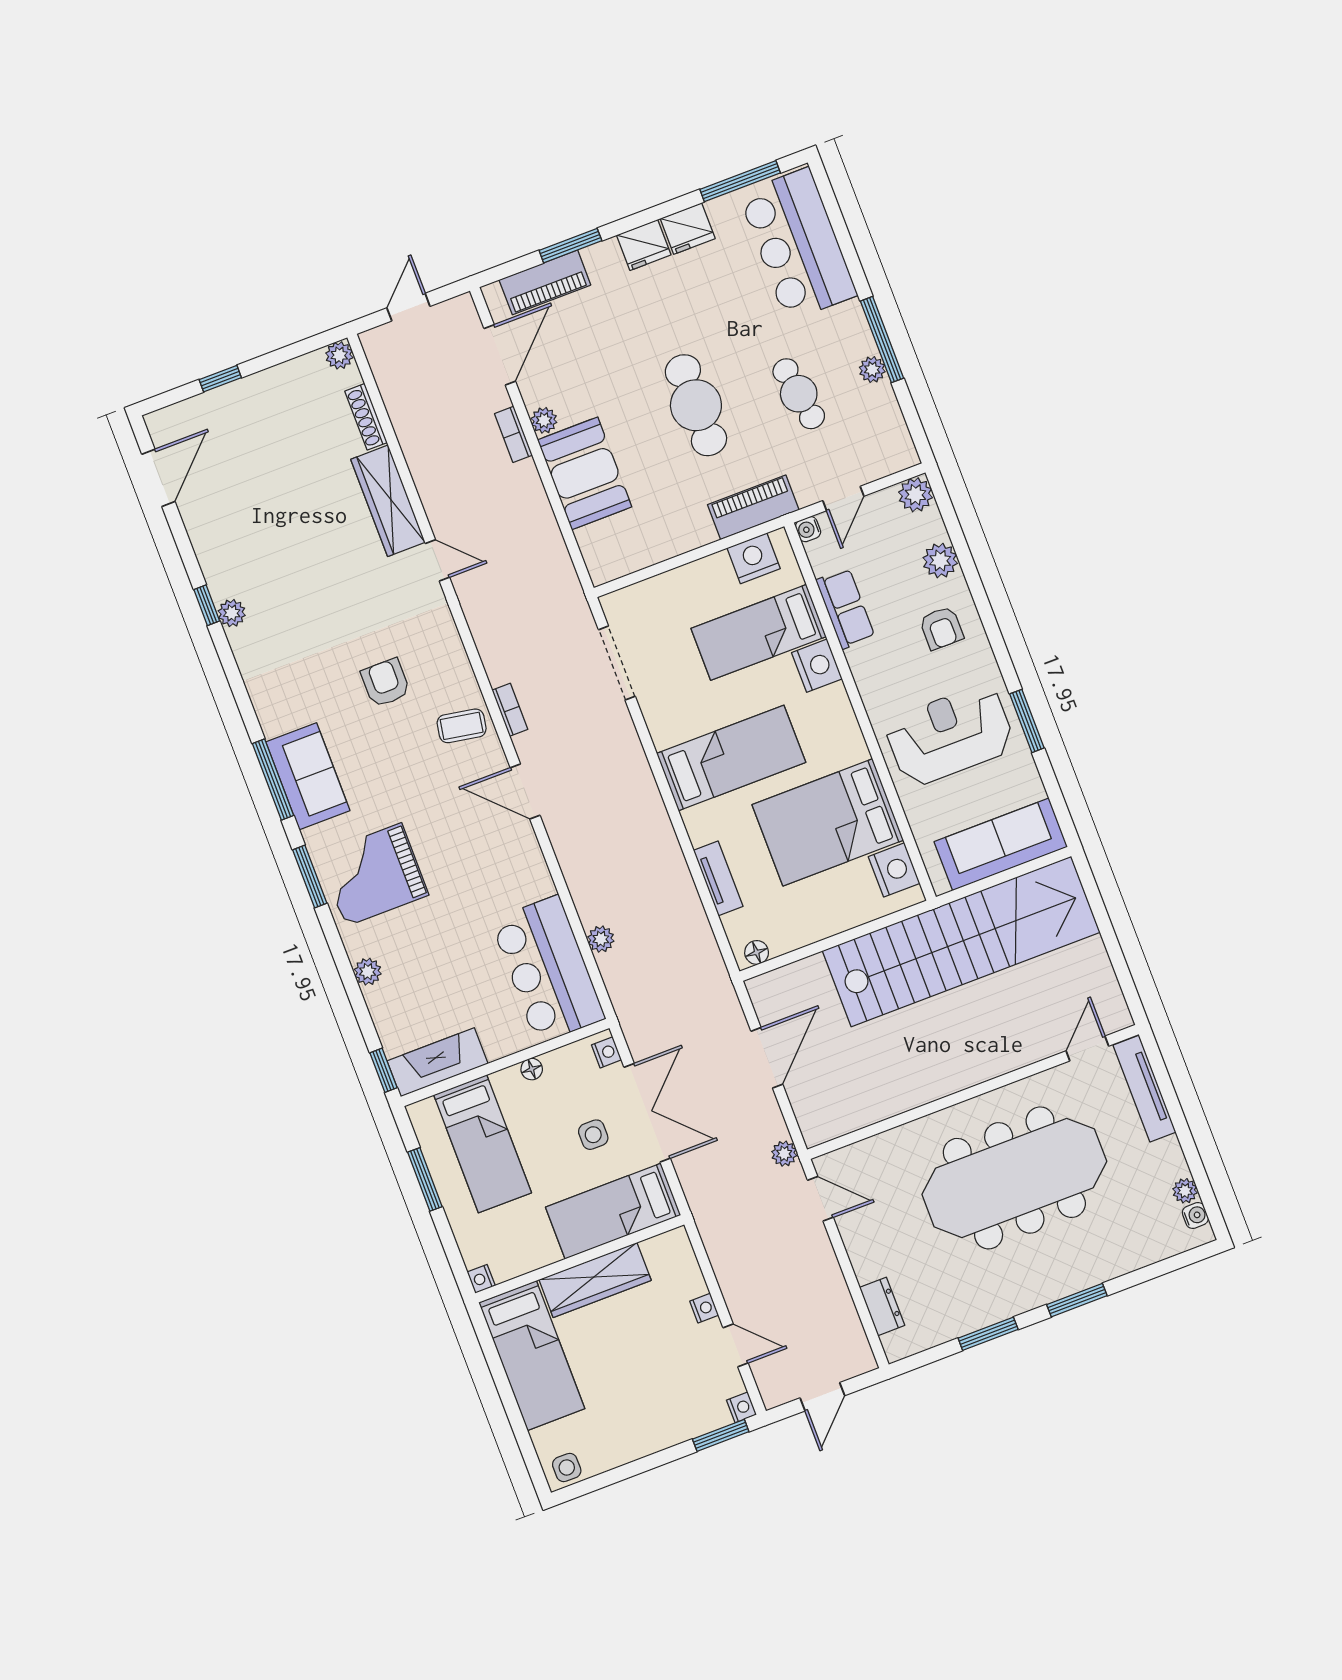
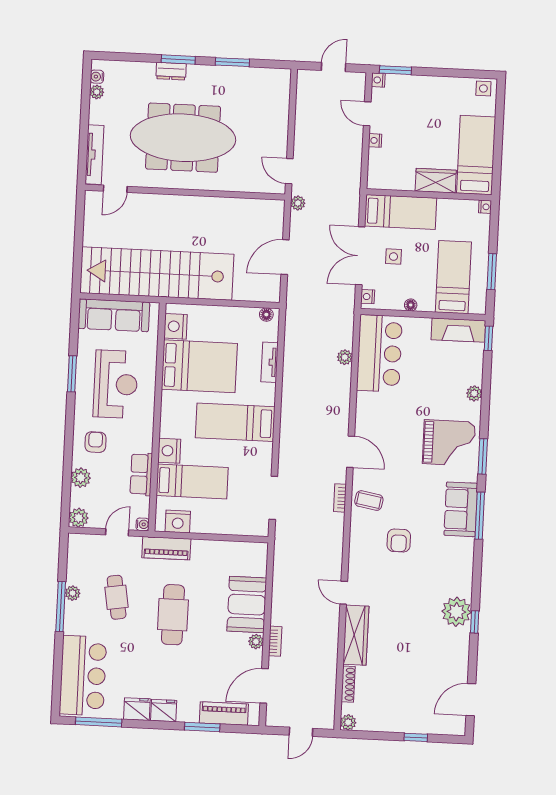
plant: (232, 613) -> (456, 612), width x1.88, depth x1.88
reception desk: (950, 735) -> (116, 384), turned -90
wardrobe: (595, 1280) -> (436, 181), width x0.67
dresser: (882, 1306) -> (171, 71), moved, turned -90

